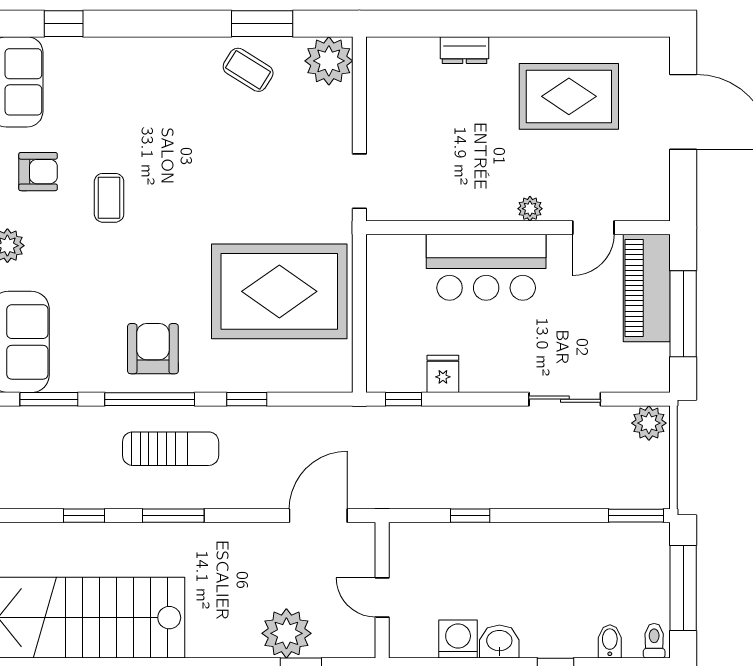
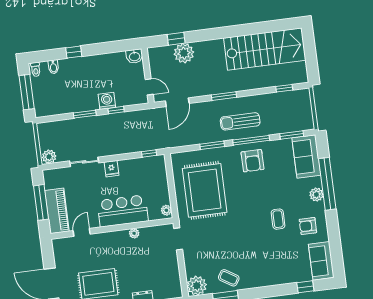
plant: (530, 209) -> (134, 233), moved
plant: (379, 255) -> (166, 210), added
rug: (279, 291) -> (205, 190), turned 90
fridge: (443, 374) -> (112, 169), moved
window: (247, 399) -> (212, 145), width x1.50
window: (84, 516) -> (284, 88), moved
window: (173, 516) -> (224, 96), moved
window: (636, 516) -> (85, 114), moved
door: (382, 598) -> (149, 87), moved
washing machine: (458, 639) -> (107, 101), moved, turned 180
washbasin: (499, 642) -> (134, 56), moved

